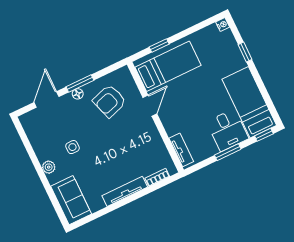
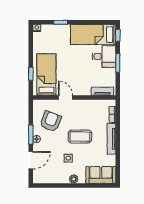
door: (46, 100) -> (31, 160), swing flipped
armchair: (110, 101) -> (51, 121), turned -141
coffee table: (108, 149) -> (80, 137), added

